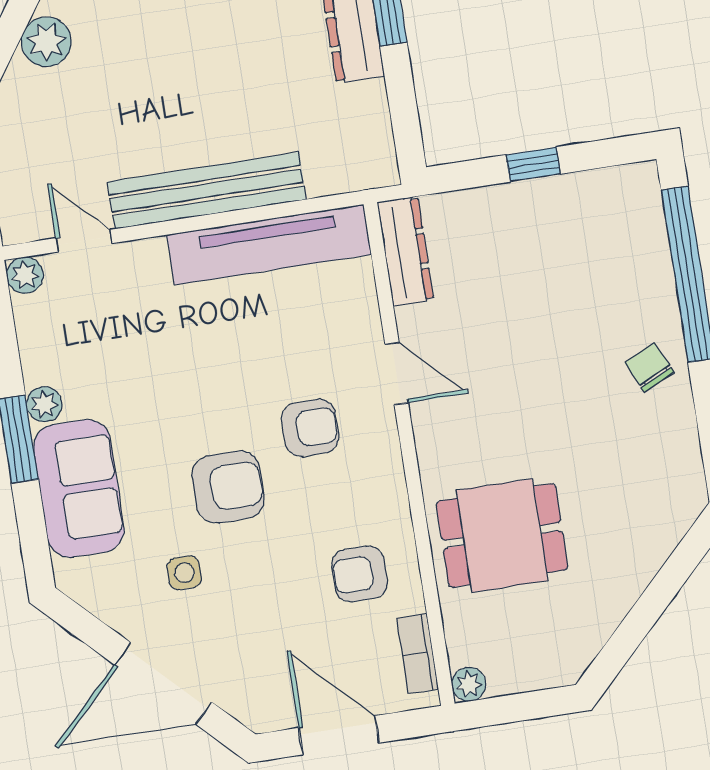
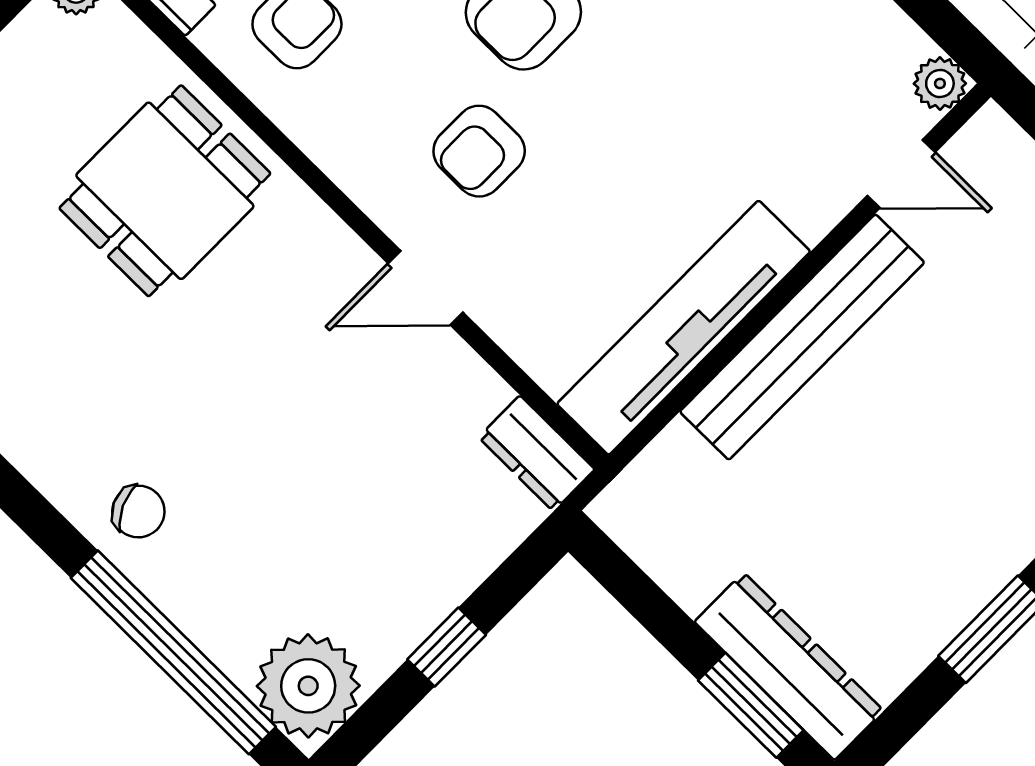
plant: (627, 200) -> (308, 686), added
dresser: (405, 251) -> (537, 453), width x0.70

